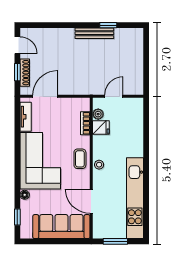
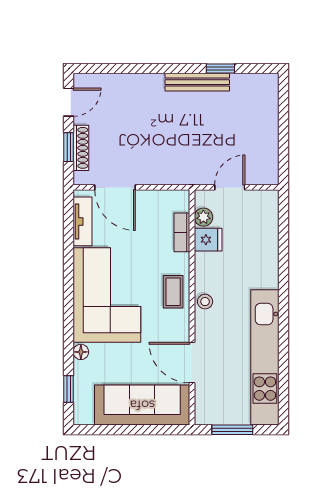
door: (17, 45) -> (69, 102), hinge flipped
door: (45, 96) -> (115, 187), swing flipped

